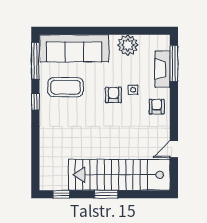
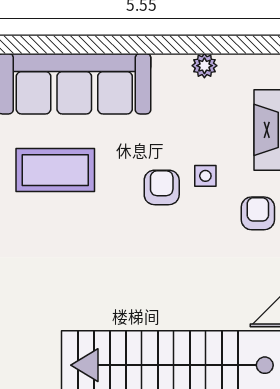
plant: (128, 45) -> (204, 66), width x0.53, depth x0.53

